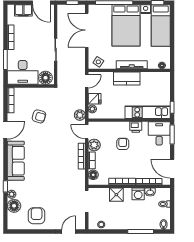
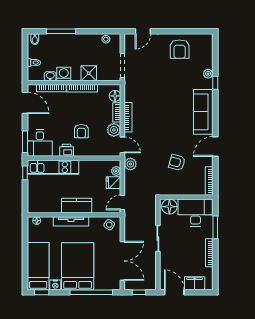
floor lamp: (14, 206) -> (205, 61), removed

